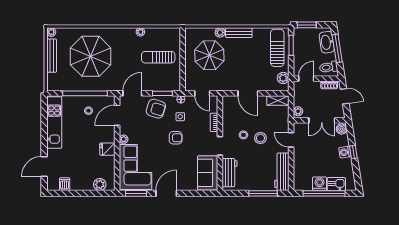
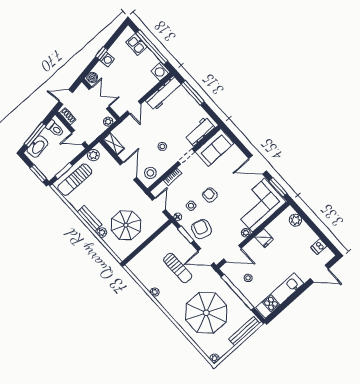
bench: (52, 56) -> (244, 331), moved
sun lounger: (158, 57) -> (178, 268), moved
door: (345, 96) -> (66, 97), hinge flipped
stool: (260, 138) -> (150, 173), moved
washing machine: (320, 184) -> (160, 71), moved

